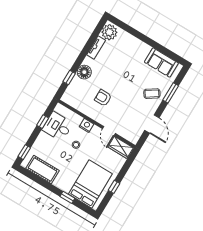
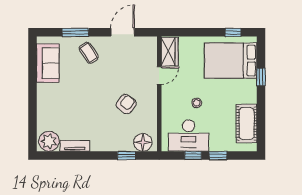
floor lamp: (84, 72) -> (143, 142), moved
armchair: (103, 98) -> (126, 104), turned -144
nightstand: (87, 125) -> (168, 104), removed
desk: (58, 126) -> (189, 136), width x1.37
window: (24, 152) -> (218, 156), moved
window: (114, 187) -> (233, 32), moved

